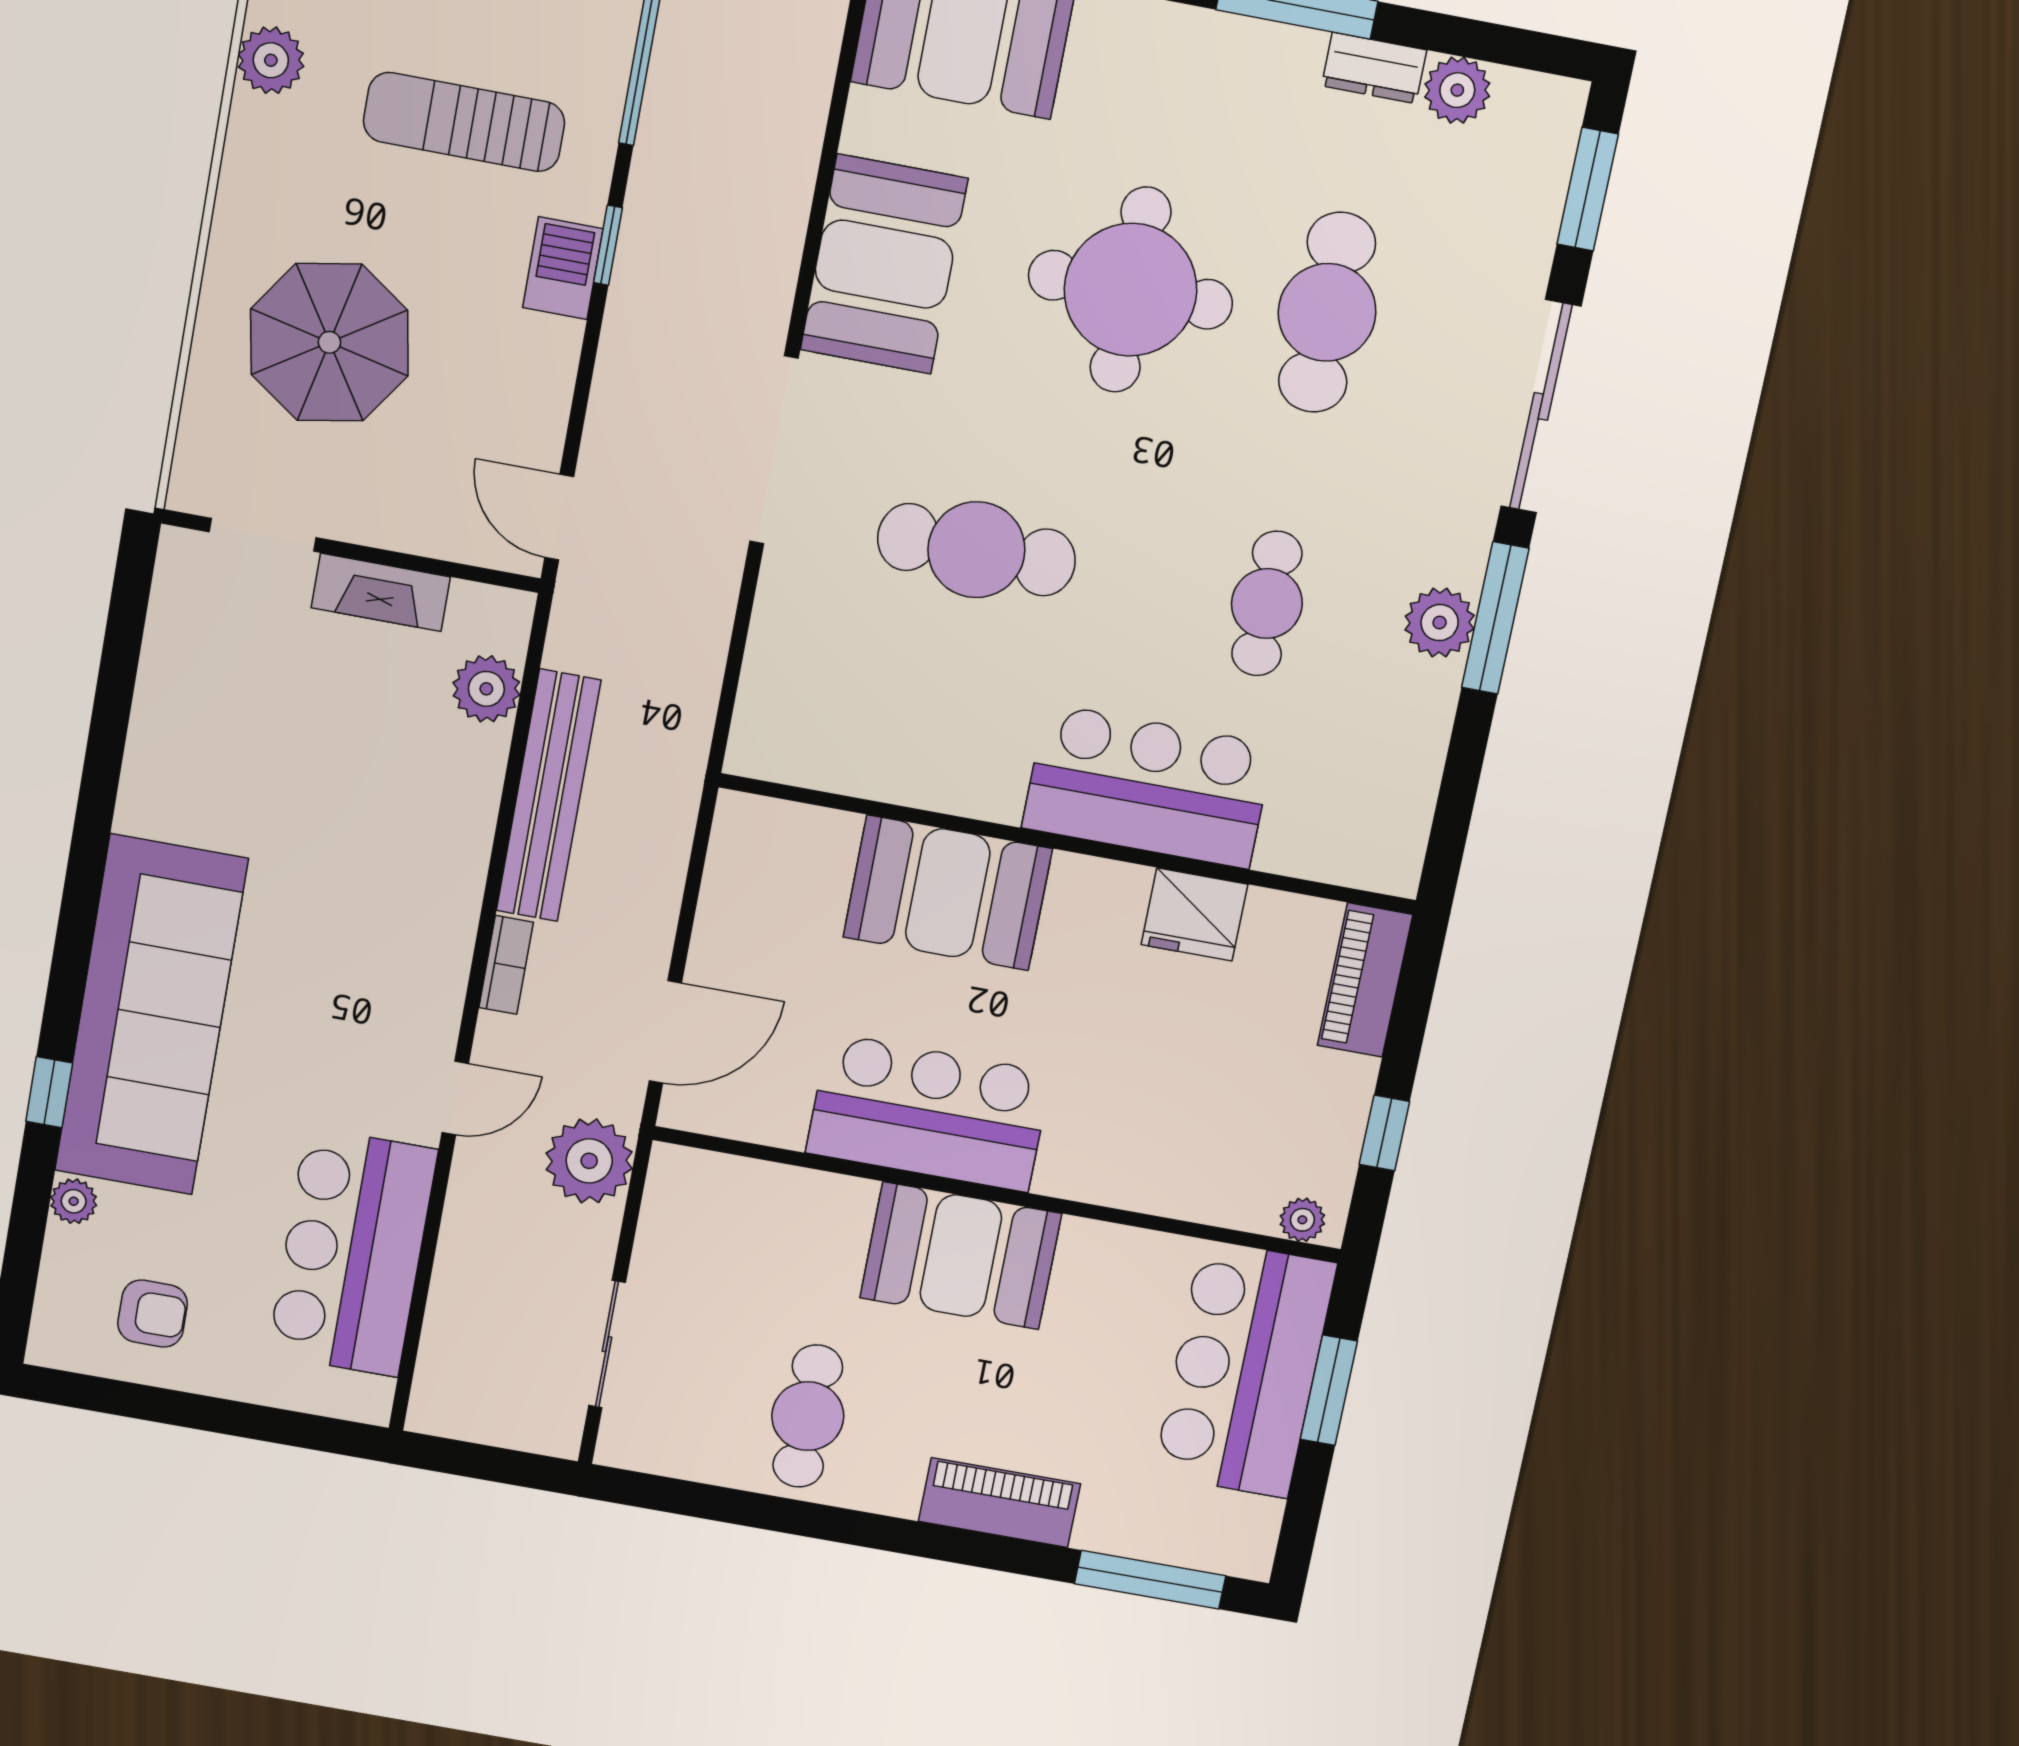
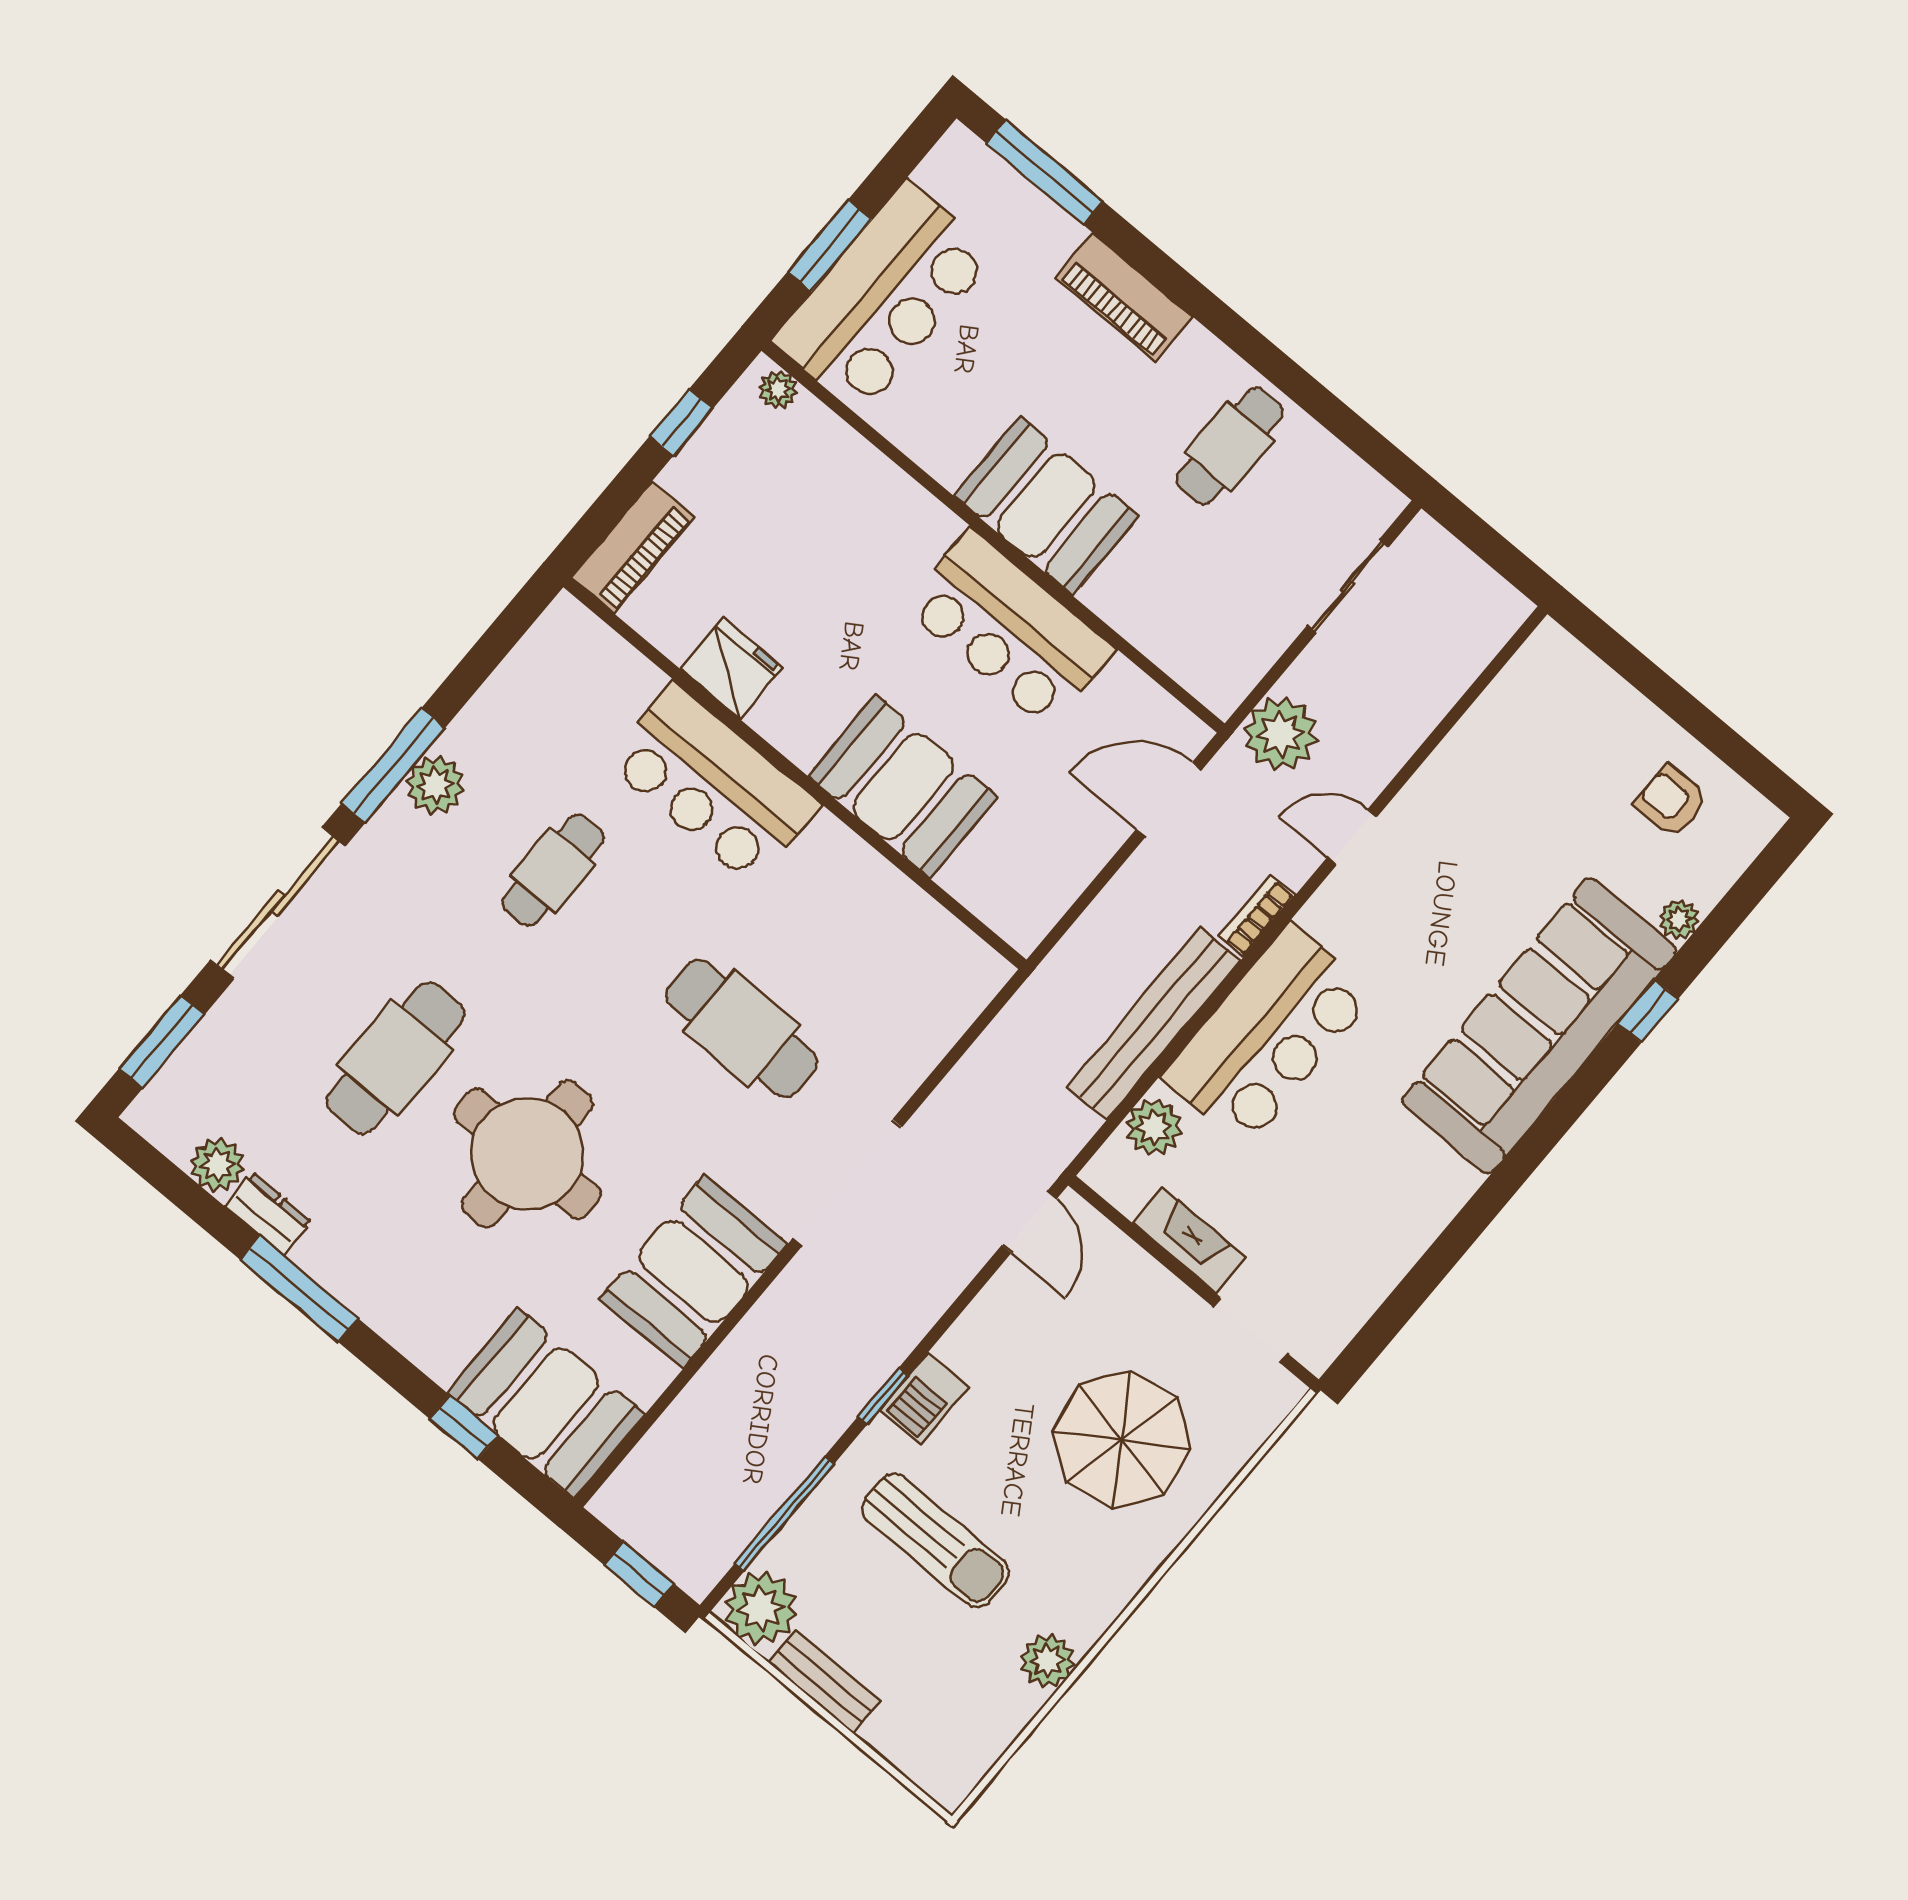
bar counter: (352, 1252) -> (1268, 1035), moved

